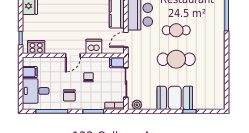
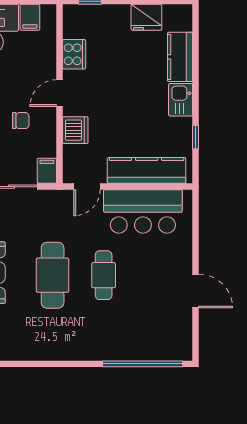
door: (126, 40) -> (87, 187), swing flipped
cooker: (36, 47) -> (74, 54), moved
door: (73, 55) -> (59, 93), hinge flipped

